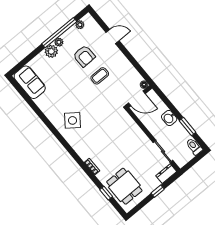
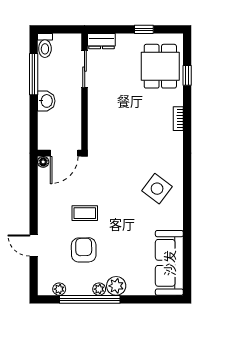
sofa: (30, 82) -> (169, 263), width x1.36
door: (137, 98) -> (64, 153), swing flipped
window: (188, 127) -> (34, 74), width x1.44
window: (158, 191) -> (144, 29), moved

